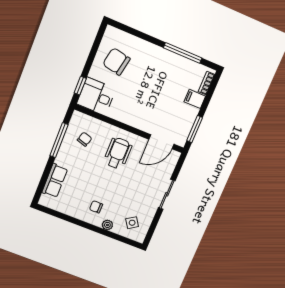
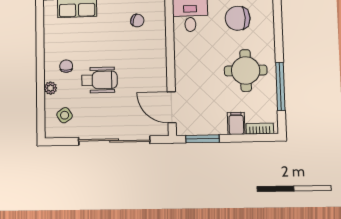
chair: (116, 62) -> (238, 18), turned -101
round table: (159, 74) -> (246, 70), added
wheelchair: (118, 153) -> (99, 80), moved
sliding door: (167, 194) -> (114, 141), width x1.86

